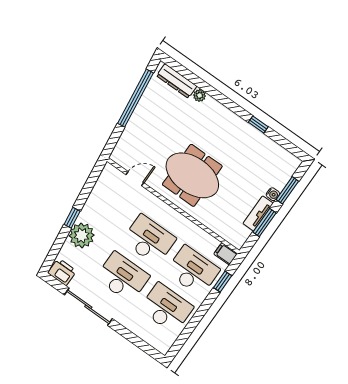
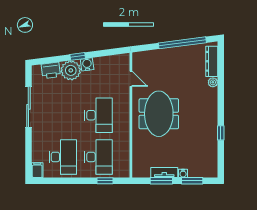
water cooler: (87, 214) -> (87, 64), added
filing cabinet: (226, 254) -> (37, 170), moved
printer: (62, 272) -> (51, 70), moved, turned 83
desk: (123, 277) -> (63, 115), removed

